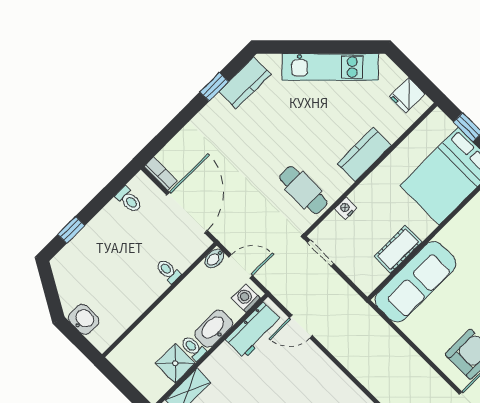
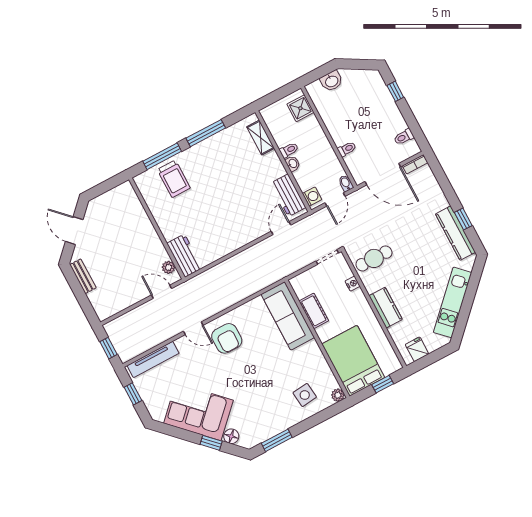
kitchen counter: (245, 83) -> (455, 233), width x1.50
washbasin: (214, 329) -> (293, 164), width x0.52, depth x0.69
shower: (175, 363) -> (300, 108), moved

